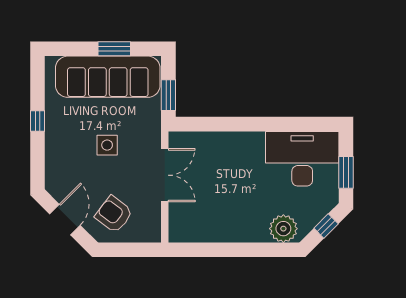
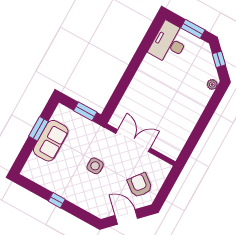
sofa: (108, 77) -> (51, 141), width x0.54, depth x0.79
desk: (302, 159) -> (169, 43), width x0.73, depth x0.77
armchair: (114, 214) -> (140, 185), turned 91
plant: (283, 229) -> (212, 84), width x0.53, depth x0.53

